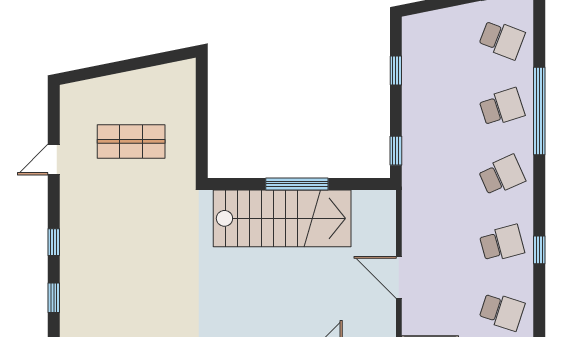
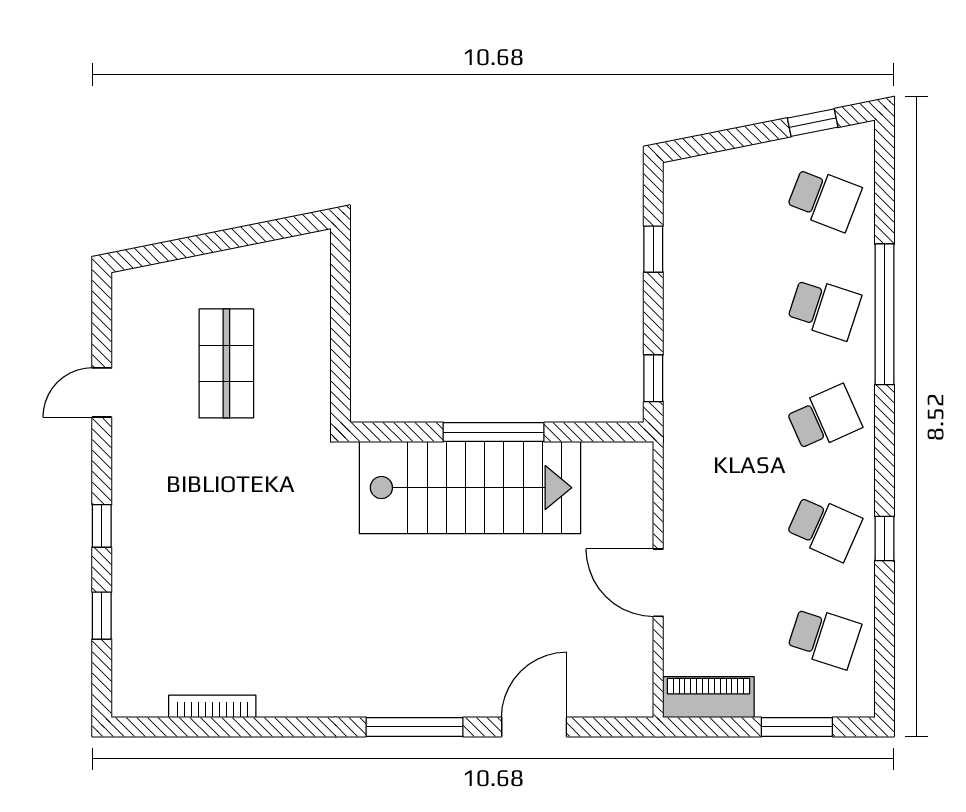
school desk: (502, 107) -> (824, 309), turned 36
shop shelf: (131, 141) -> (226, 363), turned 90
school desk: (502, 243) -> (824, 528), turned 39

